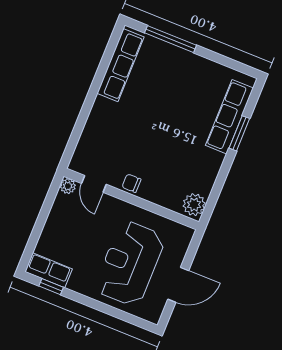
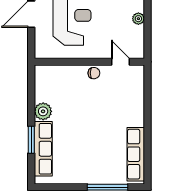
plant: (68, 186) -> (138, 19), moved
plant: (194, 205) -> (43, 111), moved

